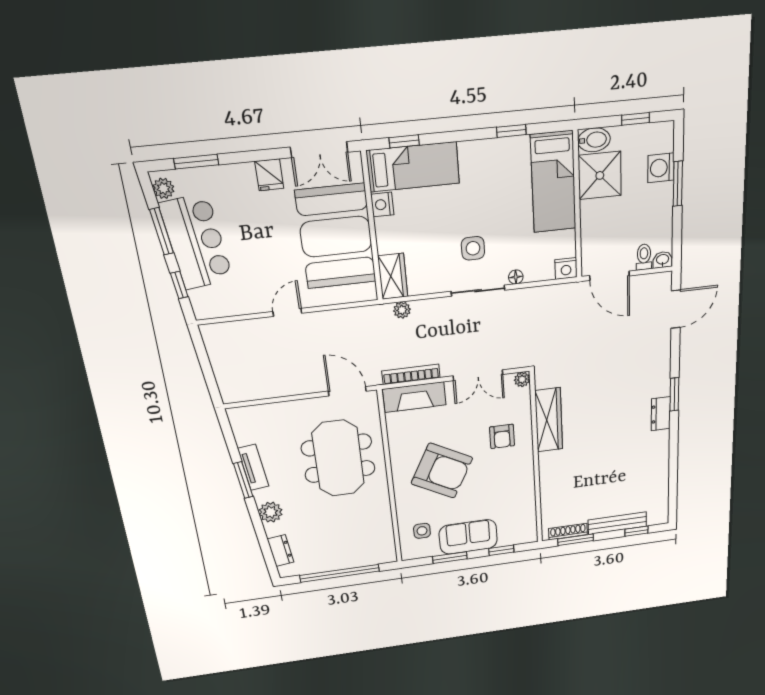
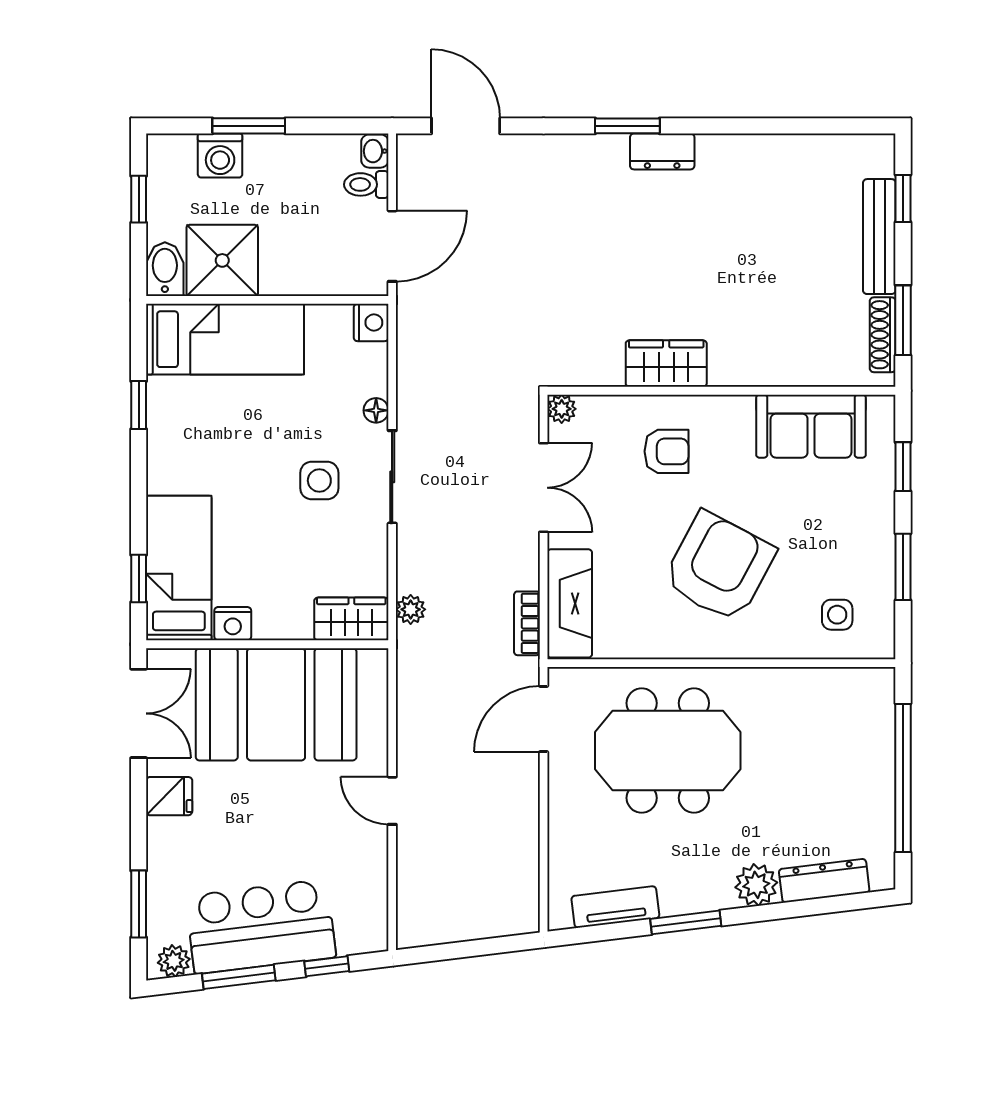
bookcase: (411, 374) -> (527, 623), width x0.64
wardrobe: (549, 420) -> (666, 364), width x0.67
tv unit: (253, 467) -> (615, 907), moved
sofa: (468, 537) -> (811, 426), moved, turned -90
dresser: (281, 551) -> (824, 881), width x1.44

